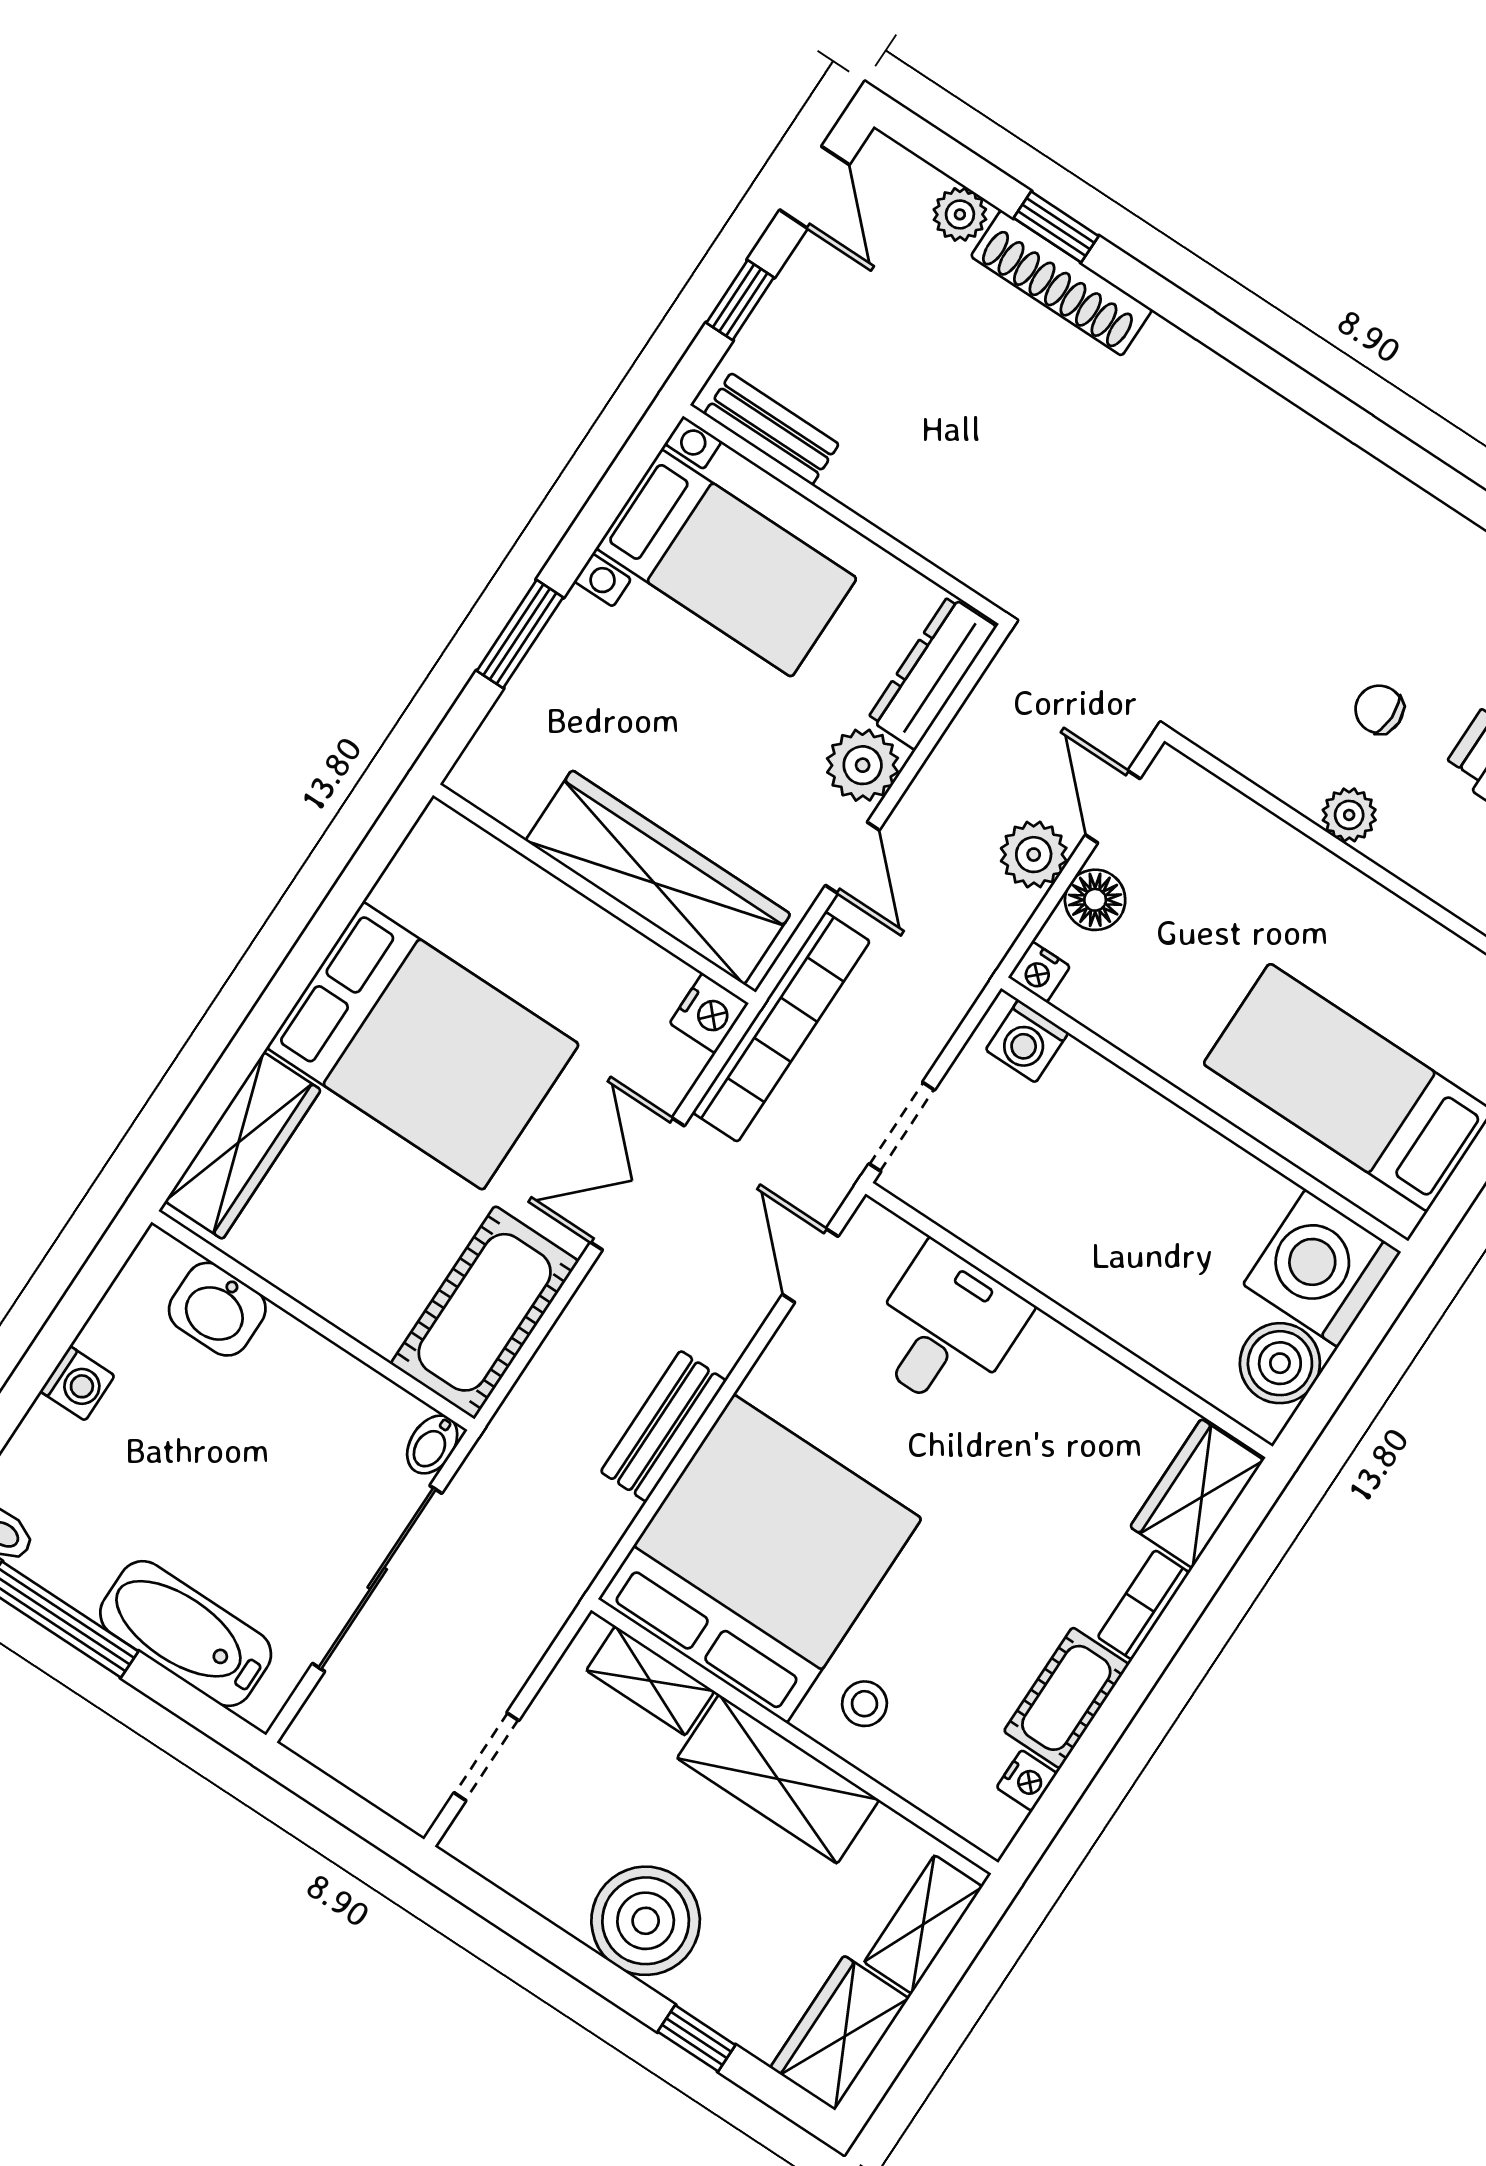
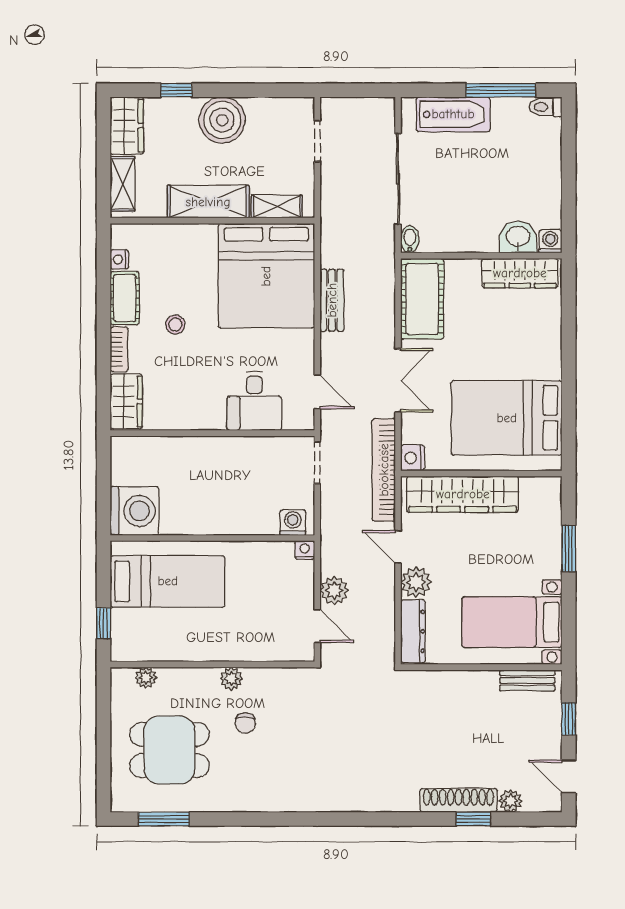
chair: (1379, 709) -> (245, 723), turned 90
floor lamp: (1095, 900) -> (302, 589), removed
bed: (423, 1046) -> (507, 418), moved
wardrobe: (243, 1146) -> (520, 273), moved, turned -90
boiler: (1280, 1363) -> (127, 467), removed
washing machine: (77, 1383) -> (550, 241), moved, turned 90
stool: (864, 1704) -> (175, 325), moved

